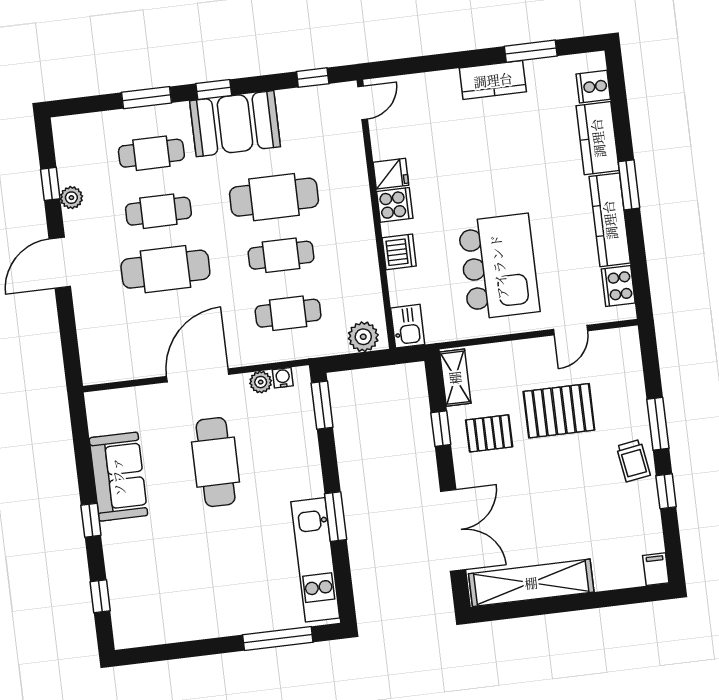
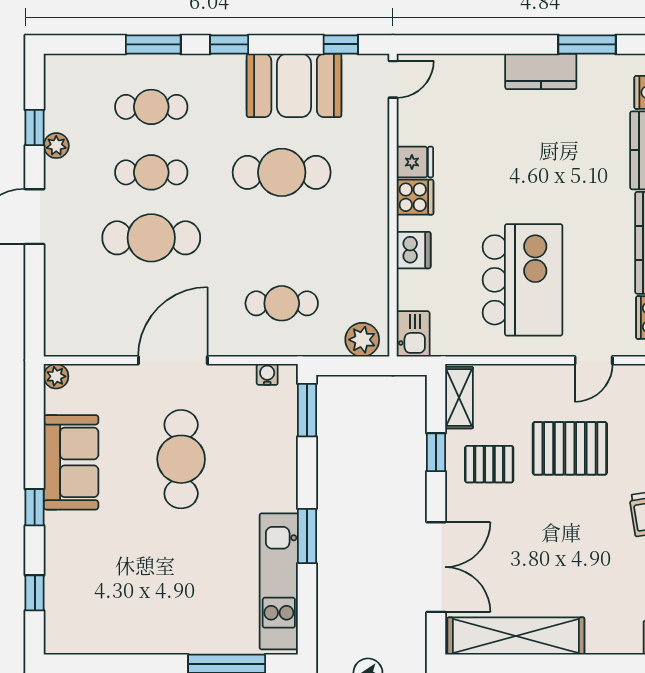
booth: (235, 124) -> (294, 85), moved
cafe table: (281, 255) -> (282, 238), removed
plant: (261, 382) -> (56, 376), moved

